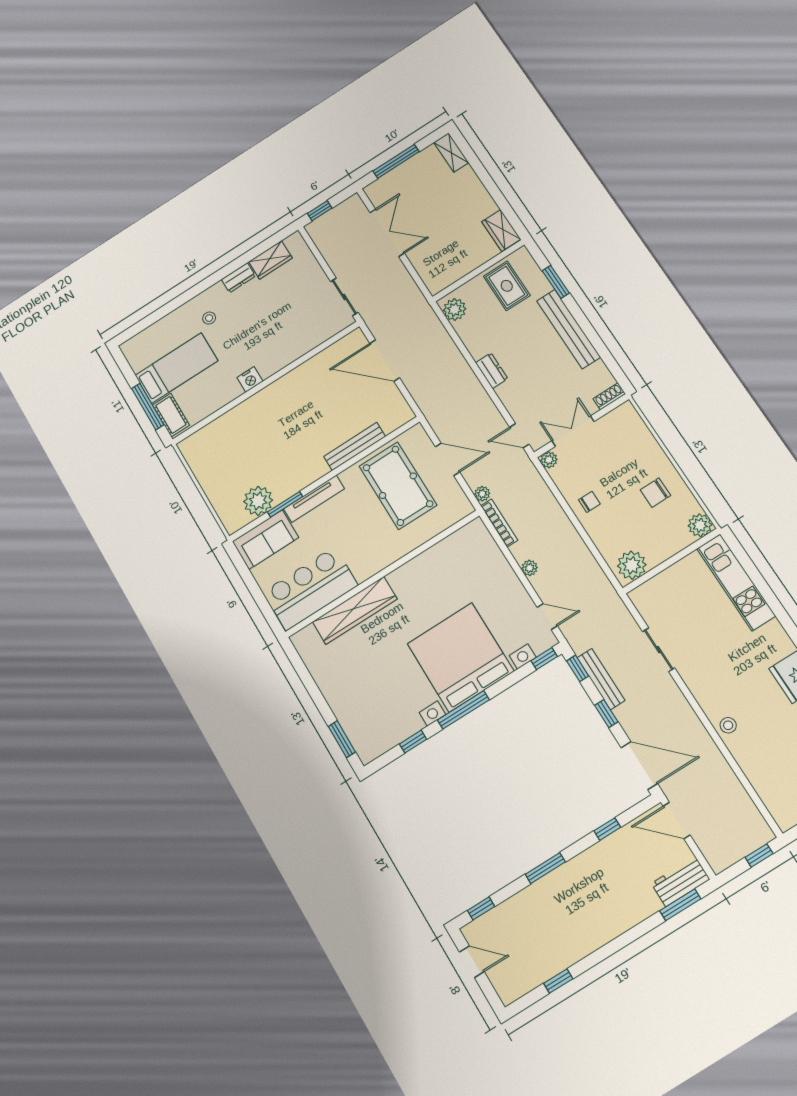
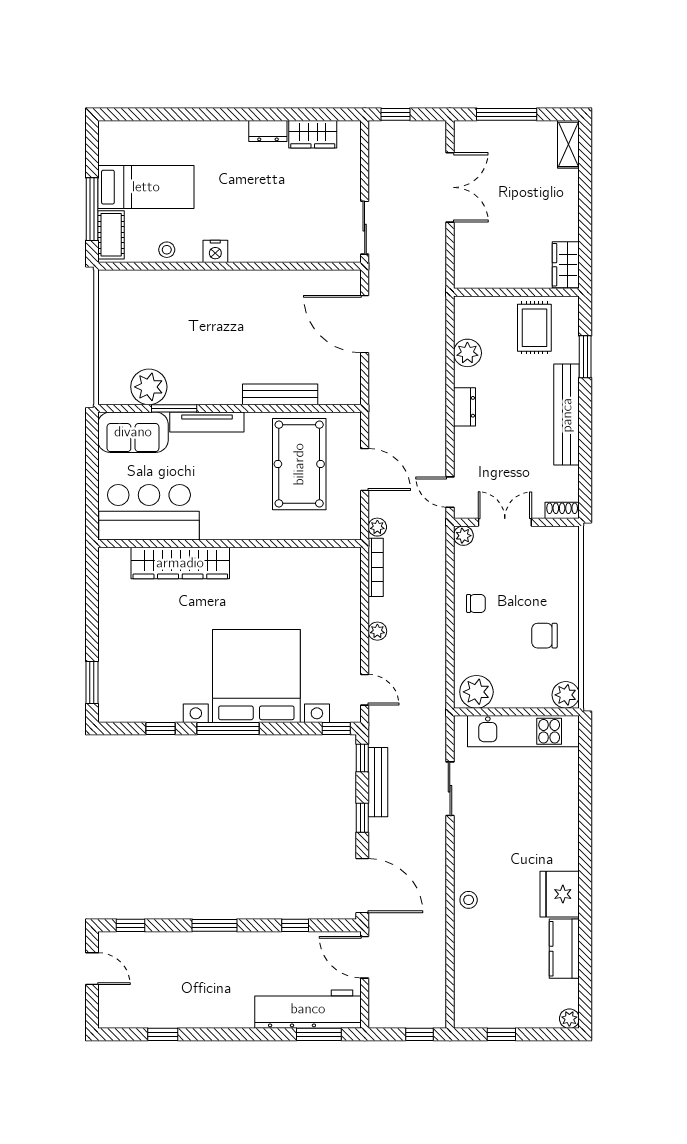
plant: (455, 310) -> (467, 353), moved
stool: (209, 318) -> (167, 250), moved
kitchen unit: (736, 582) -> (523, 731), moved, turned -90
workbench: (681, 881) -> (308, 1009), width x1.88, depth x1.32

